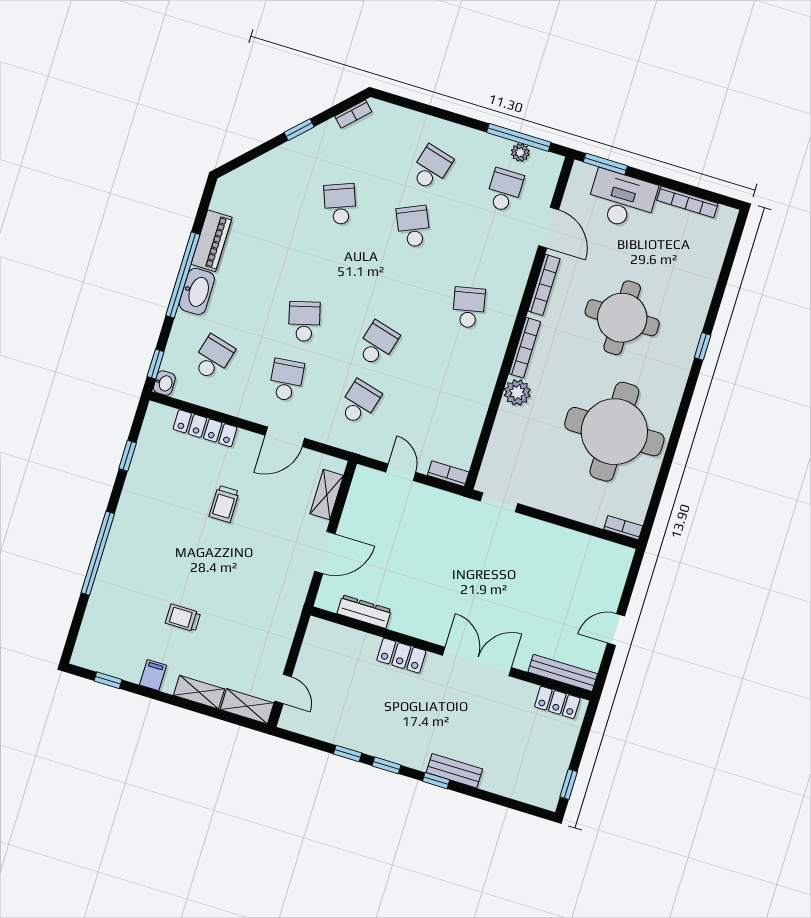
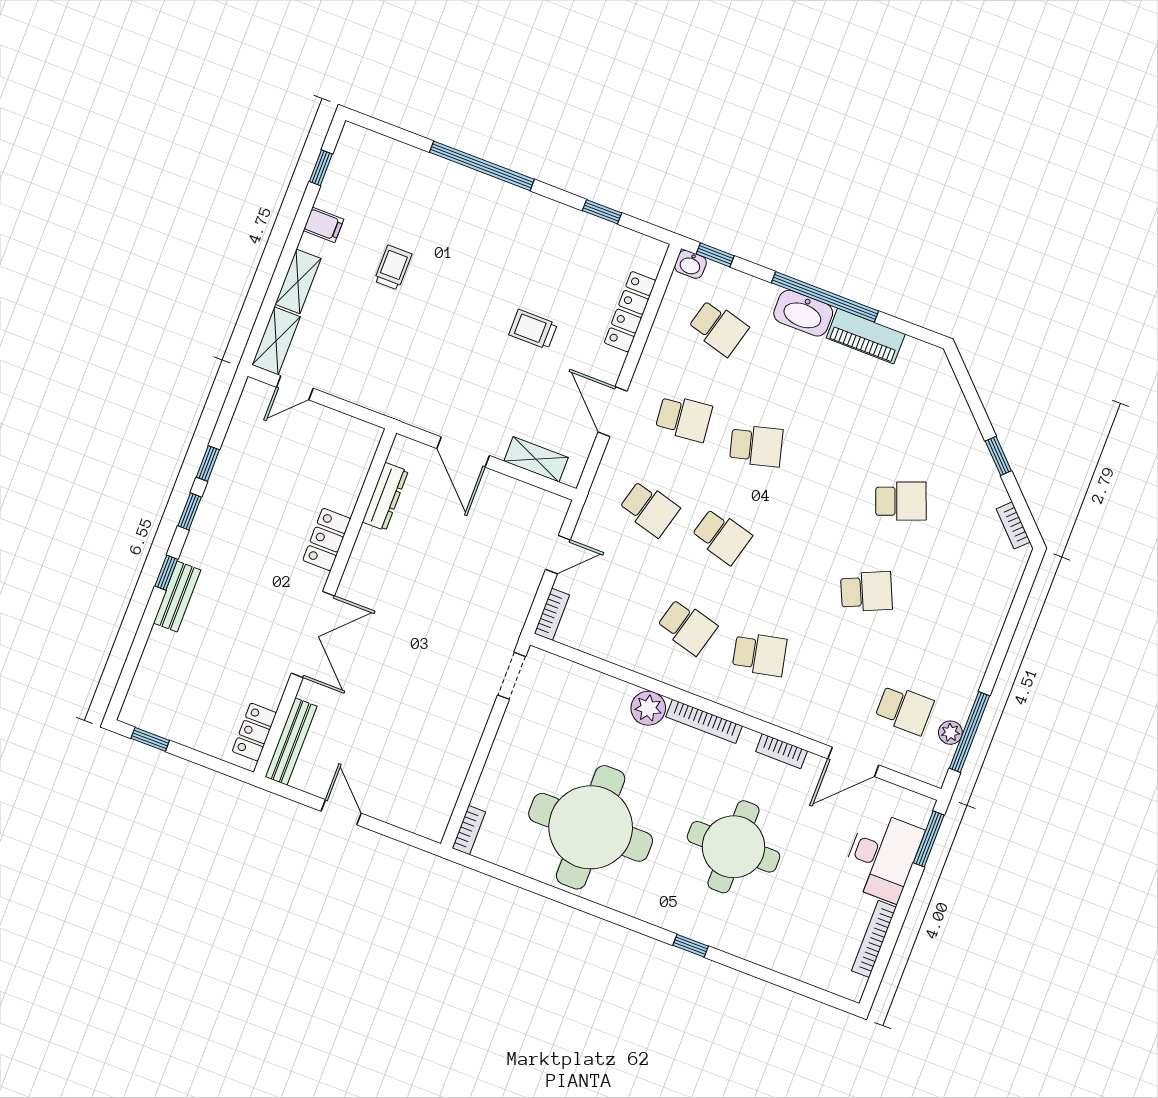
school desk: (431, 168) -> (687, 627), moved
bookcase: (544, 285) -> (782, 751), width x0.64

